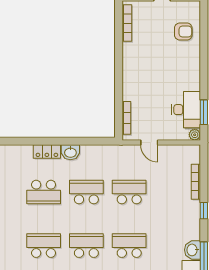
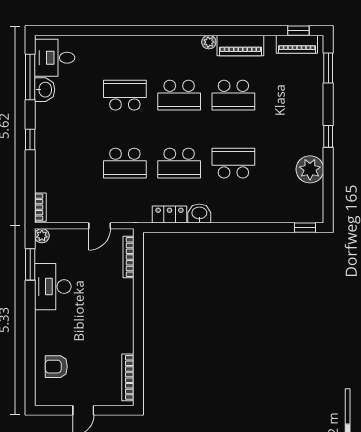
desk: (186, 110) -> (53, 287), moved
door: (149, 143) -> (100, 226), swing flipped
locker: (47, 151) -> (169, 215), moved
bookcase: (196, 182) -> (40, 207), moved, width x0.64
school desk: (129, 246) -> (125, 95), turned 180

